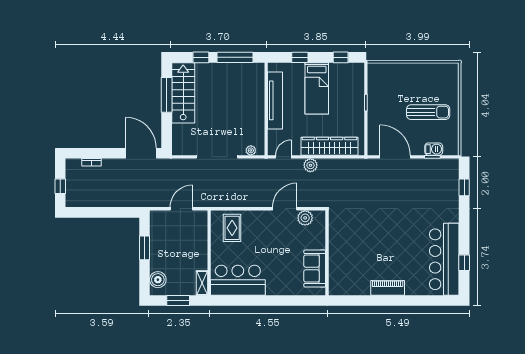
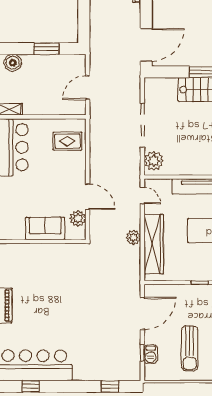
plant: (251, 150) -> (154, 161), width x1.88, depth x1.88
plant: (310, 165) -> (134, 237), moved
door: (181, 209) -> (88, 88), swing flipped
sofa: (315, 269) -> (45, 228), moved

